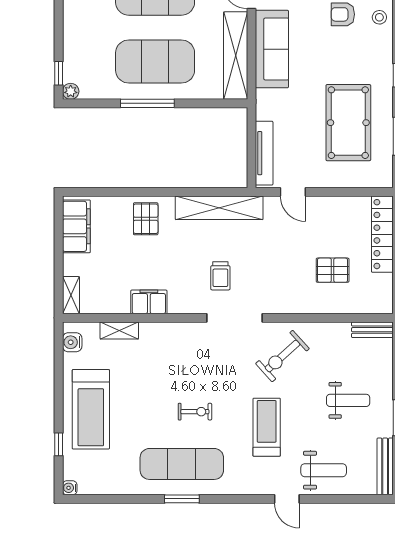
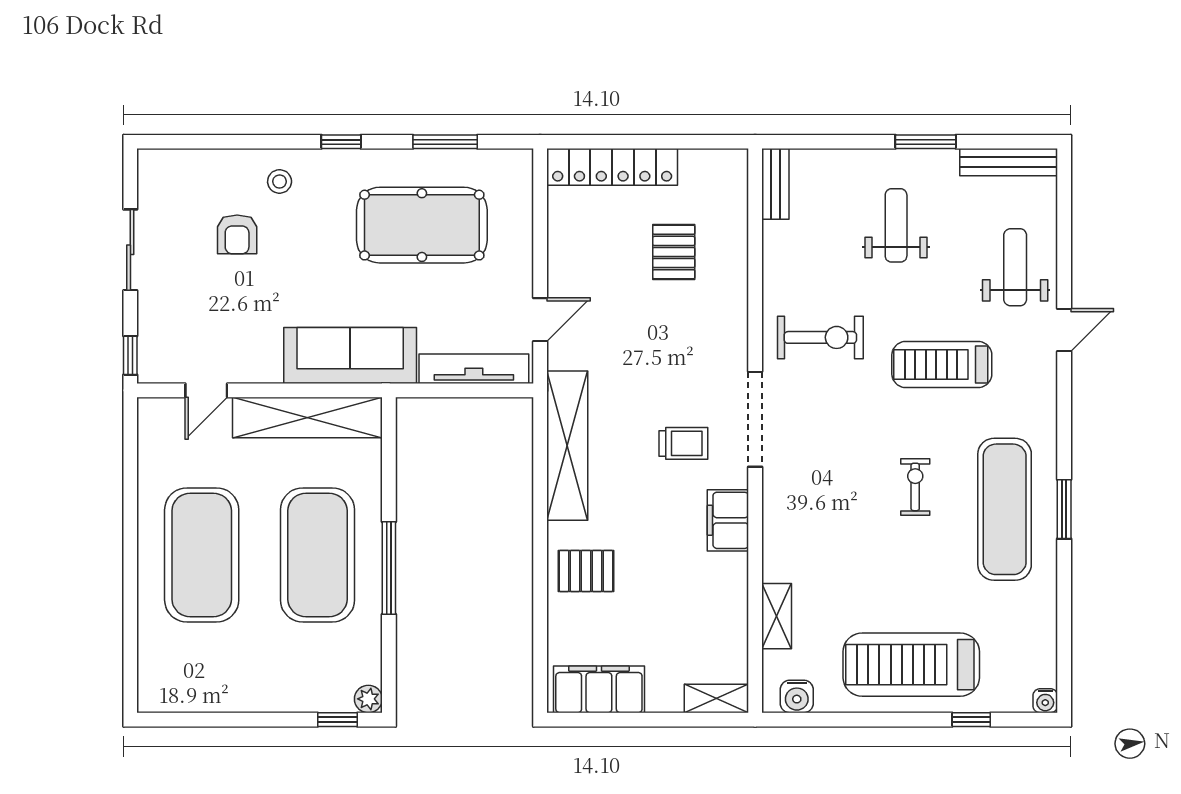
stool: (379, 17) -> (280, 181), moved
sofa: (272, 49) -> (350, 355), moved
filing cabinet: (149, 302) -> (728, 520), moved
exercise bike: (282, 356) -> (820, 337), turned -48
treadmill: (91, 409) -> (911, 665), turned 180

